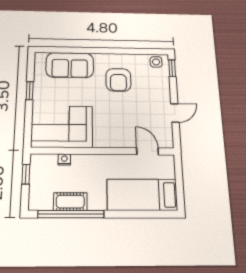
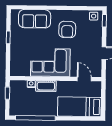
corner sofa: (62, 127) -> (50, 63), moved
cot: (70, 202) -> (46, 86), moved

